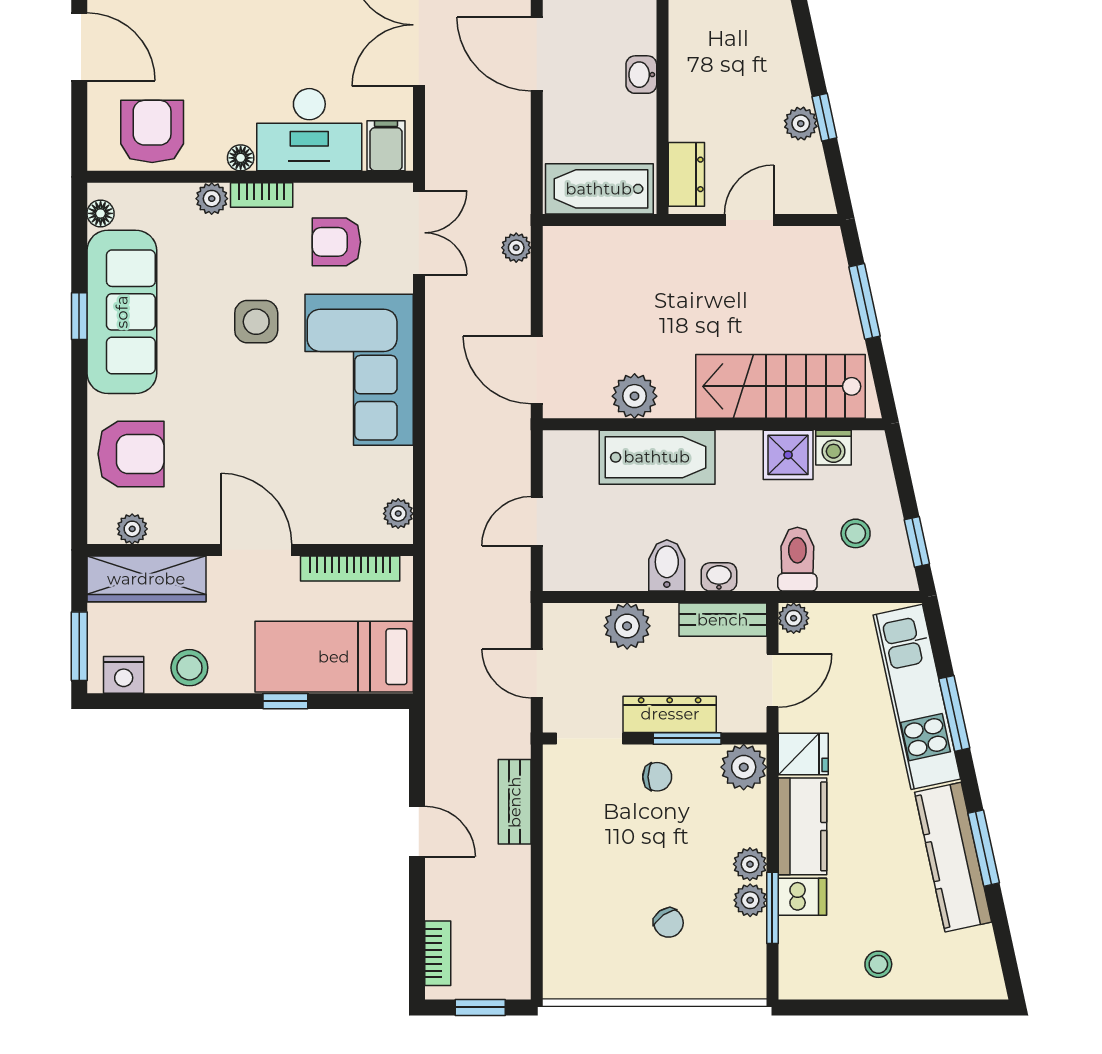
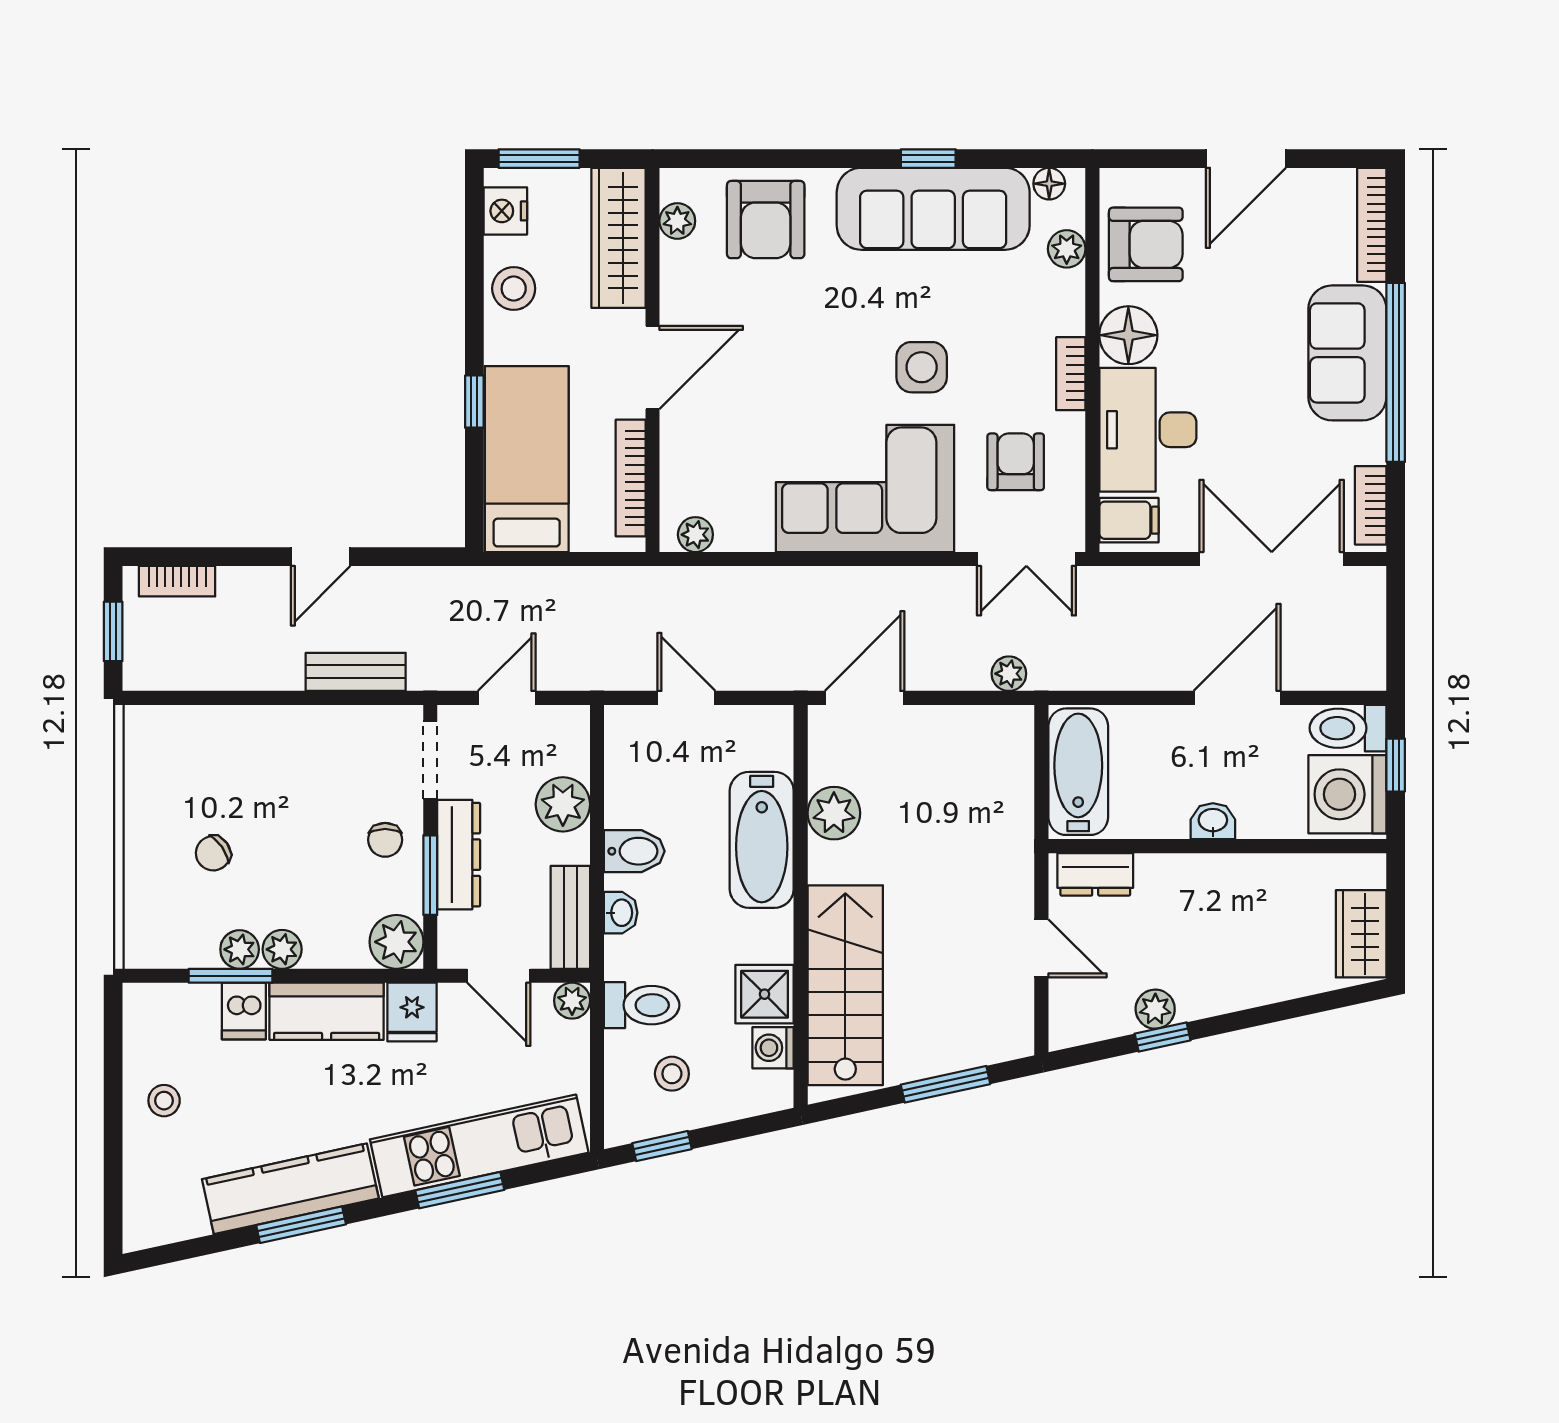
floor lamp: (241, 158) -> (1128, 335), width x1.89, depth x1.89
plant: (212, 199) -> (1067, 249), moved

